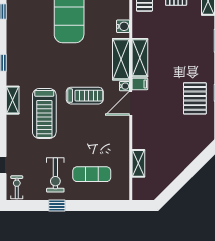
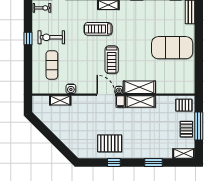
water cooler: (123, 26) -> (71, 89), moved
treadmill: (44, 113) -> (98, 29), width x0.73, depth x0.73

